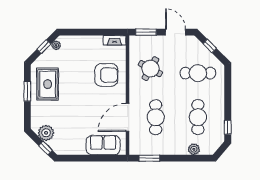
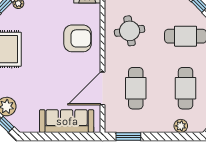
round table: (150, 69) -> (130, 31), turned -38
sofa: (103, 145) -> (67, 121), width x1.36

